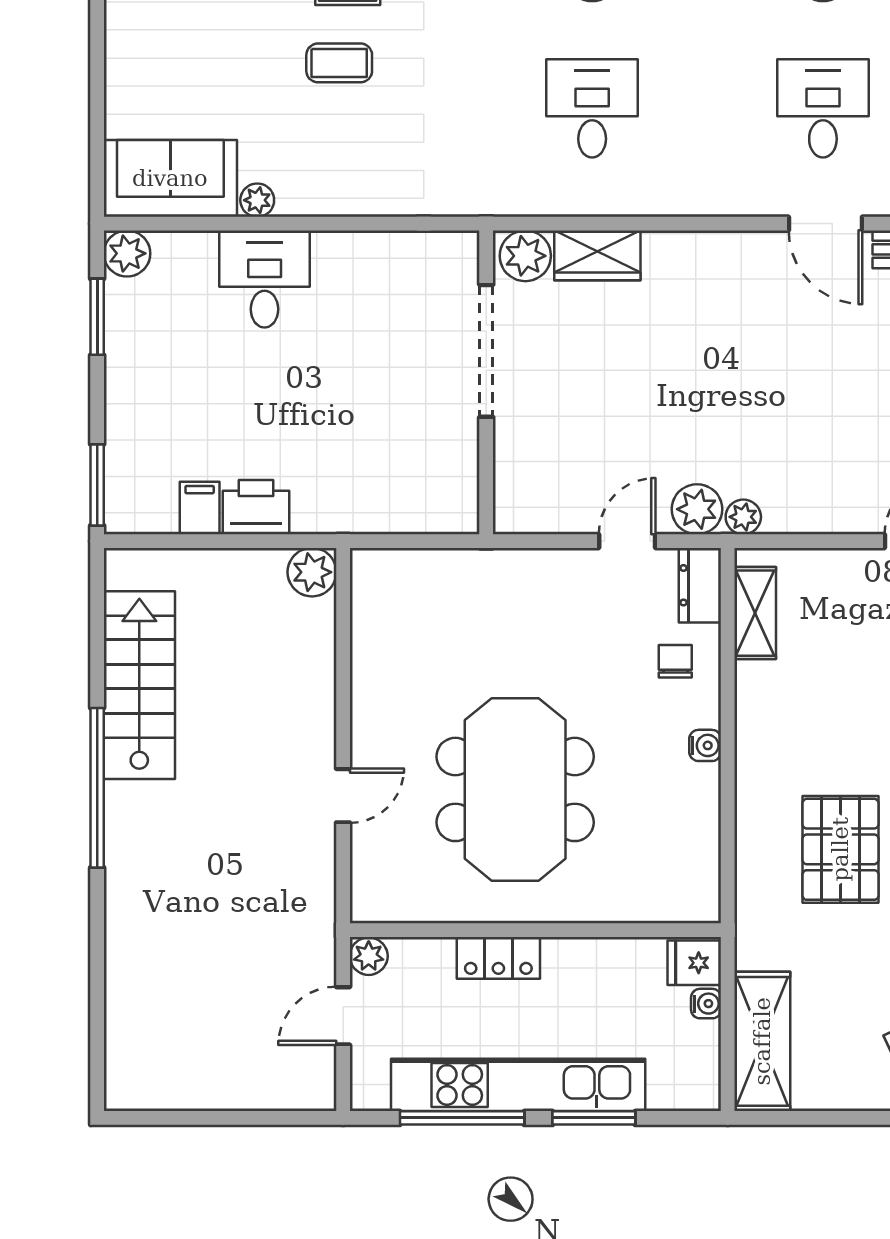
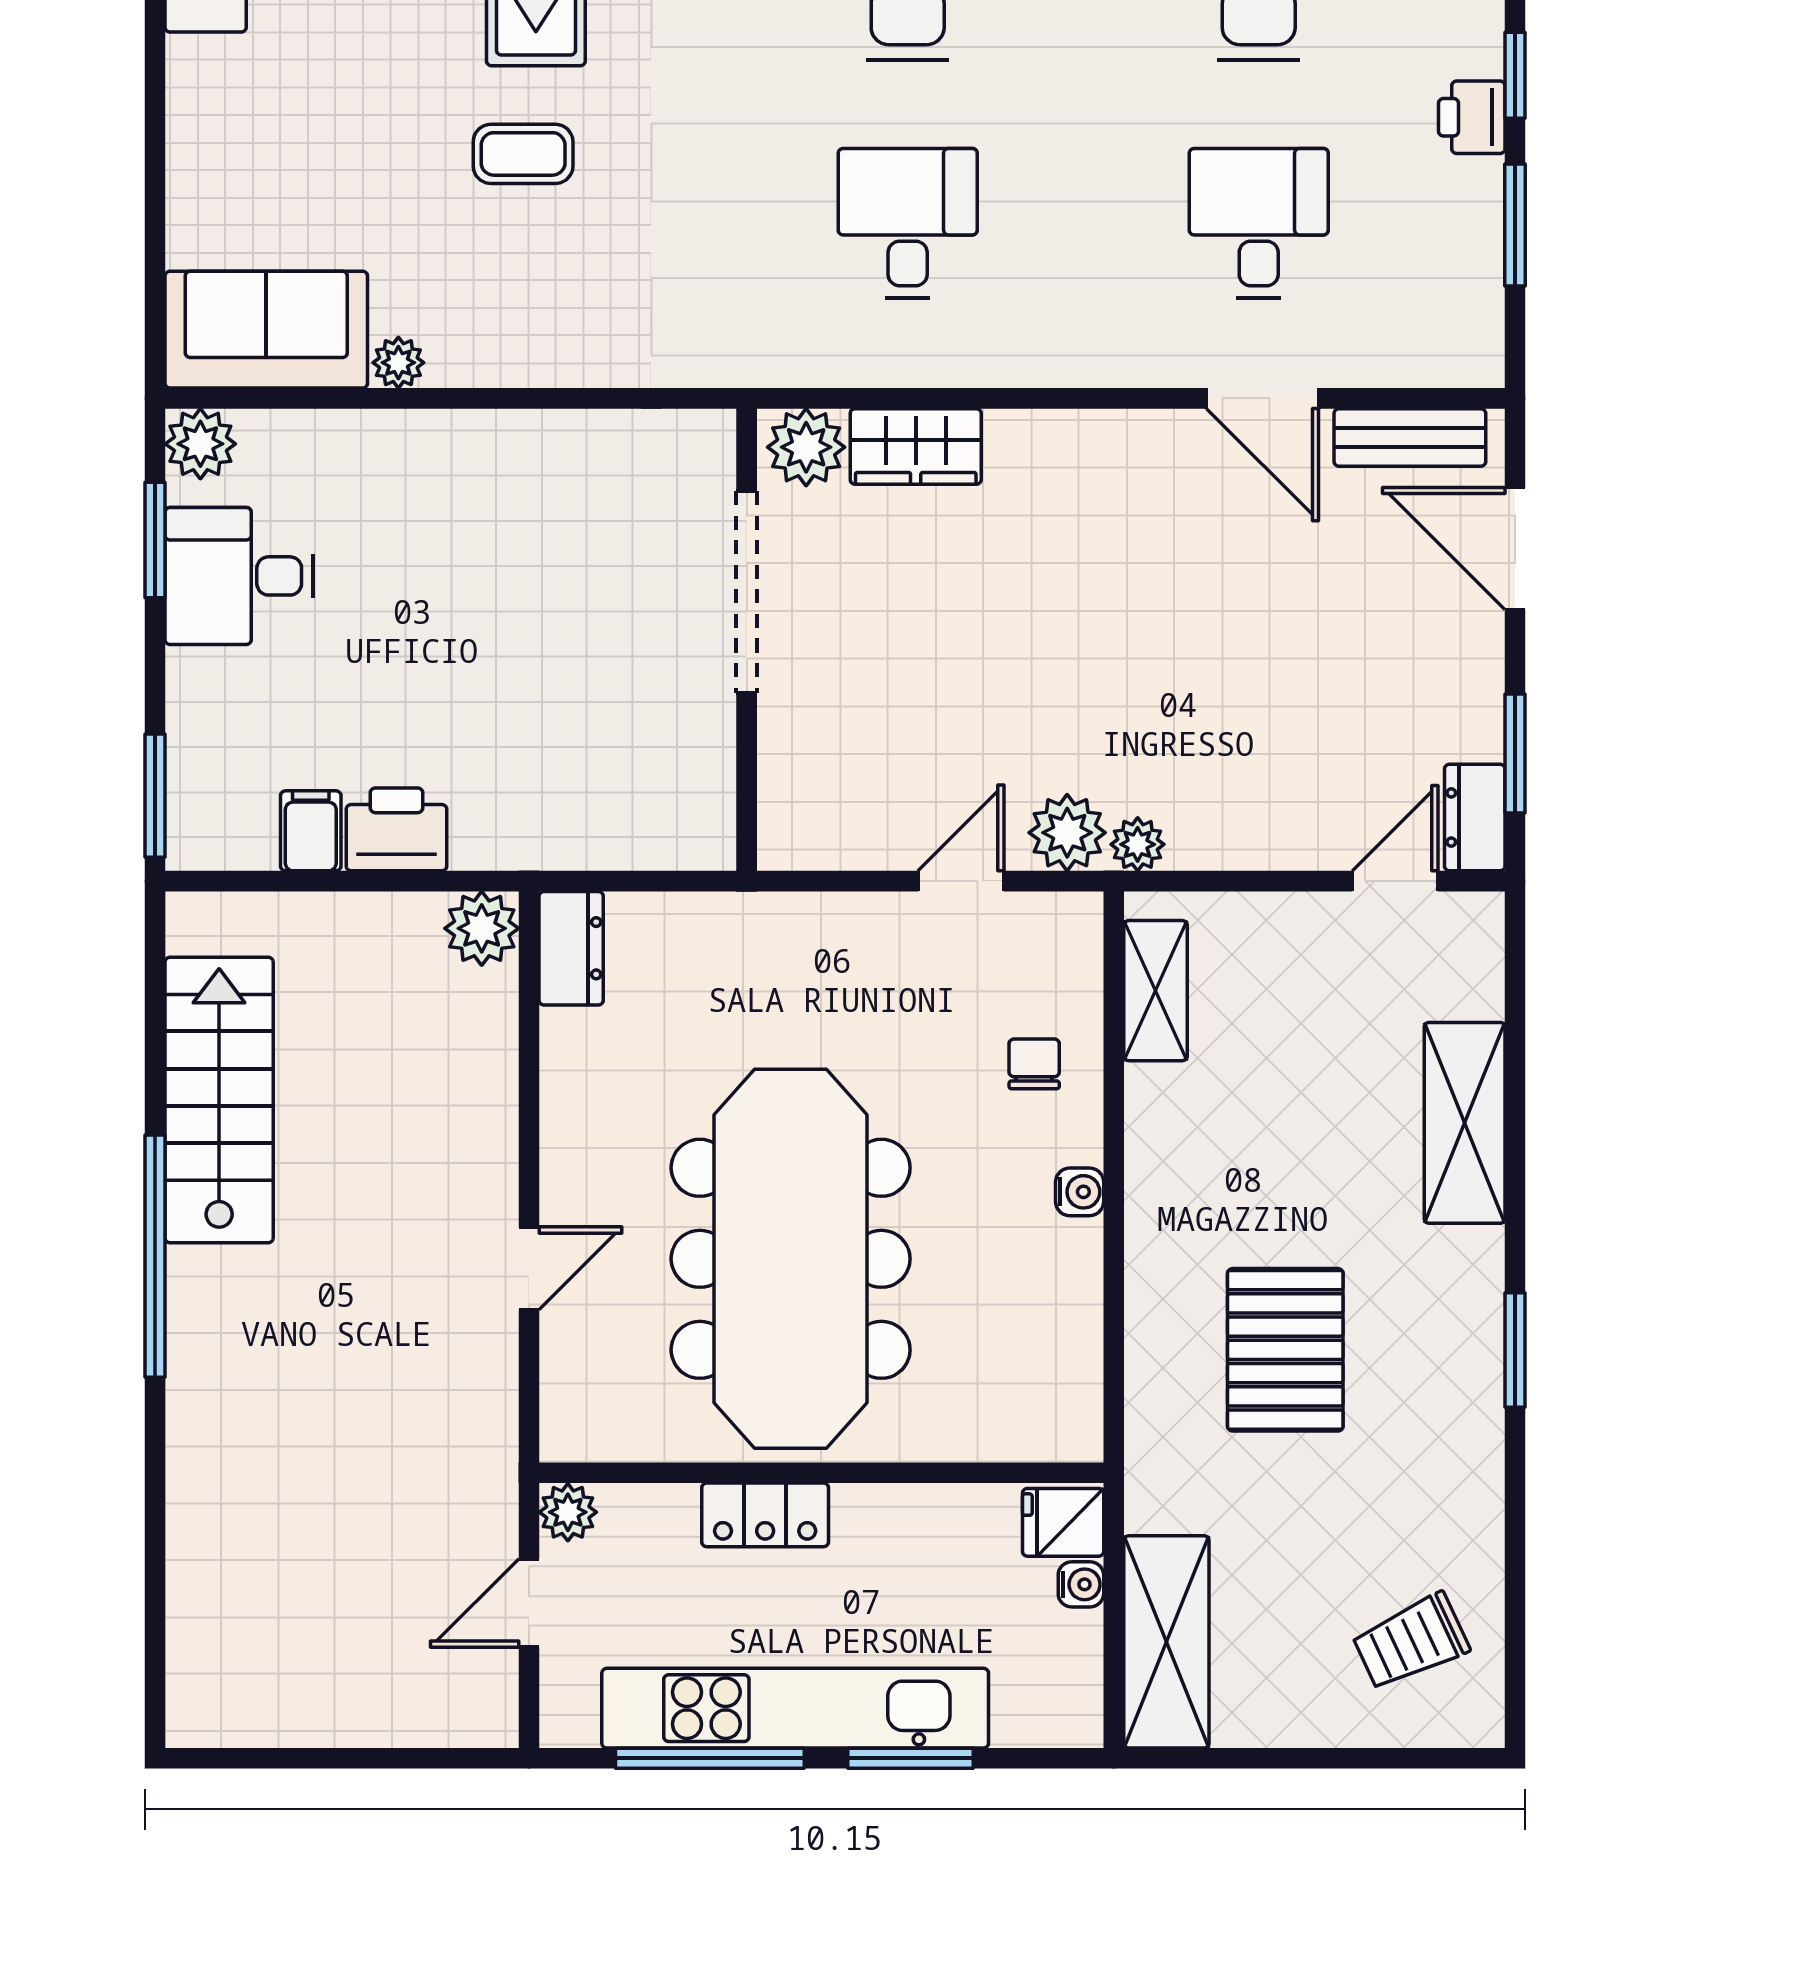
desk: (265, 279) -> (239, 576), moved, turned -90
dresser: (700, 585) -> (571, 948), moved, turned 180
meeting table: (515, 789) -> (791, 1259), width x1.36

